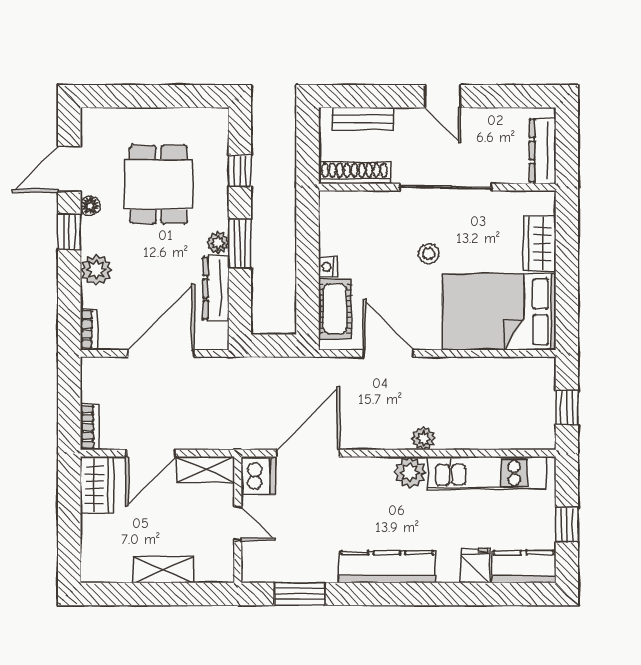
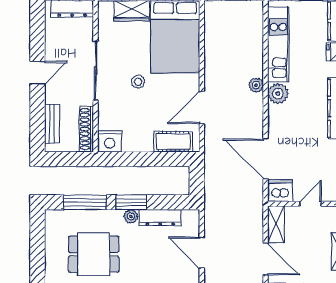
window: (240, 171) -> (85, 202), width x2.17
nightstand: (328, 267) -> (110, 141), moved, width x1.89, depth x1.79
door: (161, 353) -> (202, 253), width x0.73

